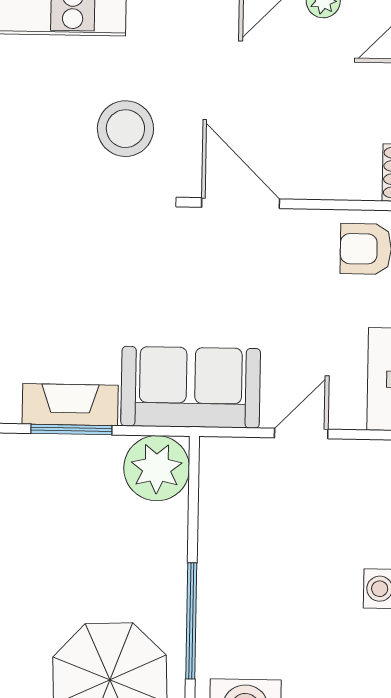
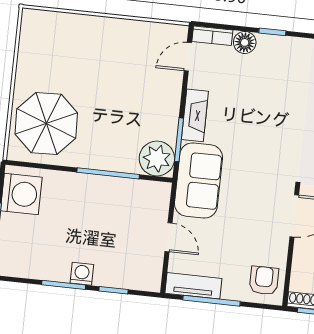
window: (71, 429) -> (179, 140), moved
window: (191, 621) -> (108, 173), moved

